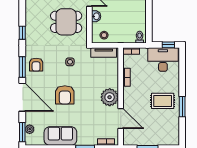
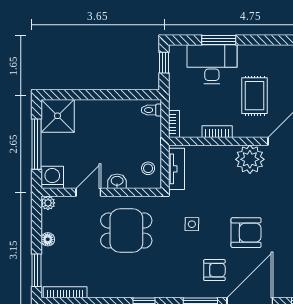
dining table: (66, 22) -> (126, 231), turned 90
desk: (163, 60) -> (212, 64), moved, turned 90
armchair: (36, 65) -> (214, 270), moved
rug: (163, 101) -> (255, 96), moved
window: (182, 107) -> (219, 40), moved

